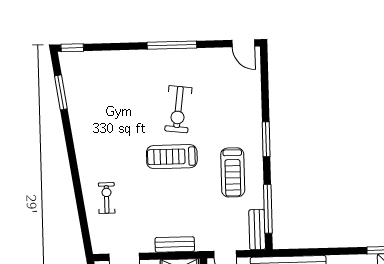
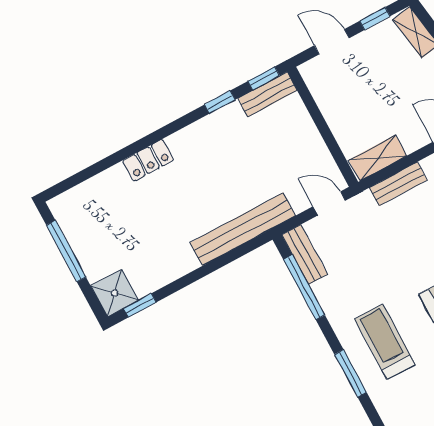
treadmill: (233, 172) -> (385, 342), moved

